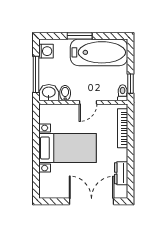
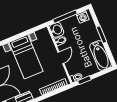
bathtub: (99, 52) -> (100, 55), width x0.73, depth x0.73
door: (88, 102) -> (61, 58), swing flipped

